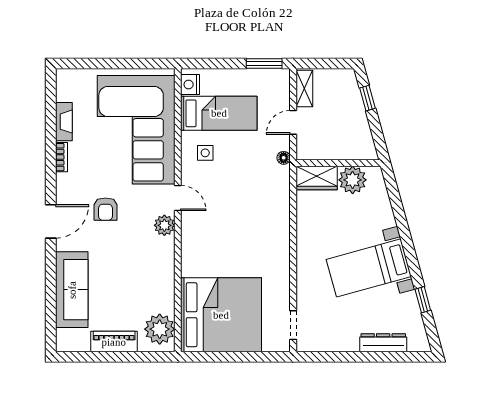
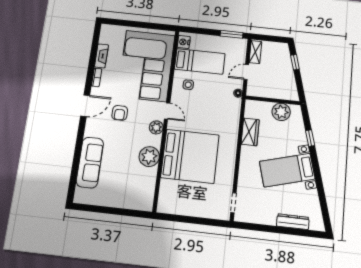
wardrobe: (317, 178) -> (250, 132), moved, turned -90
door: (51, 221) -> (85, 106), moved
window: (423, 300) -> (310, 138), moved
bed: (221, 315) -> (190, 156), moved
plant: (160, 329) -> (149, 157), moved
piano: (114, 342) -> (113, 200), removed

